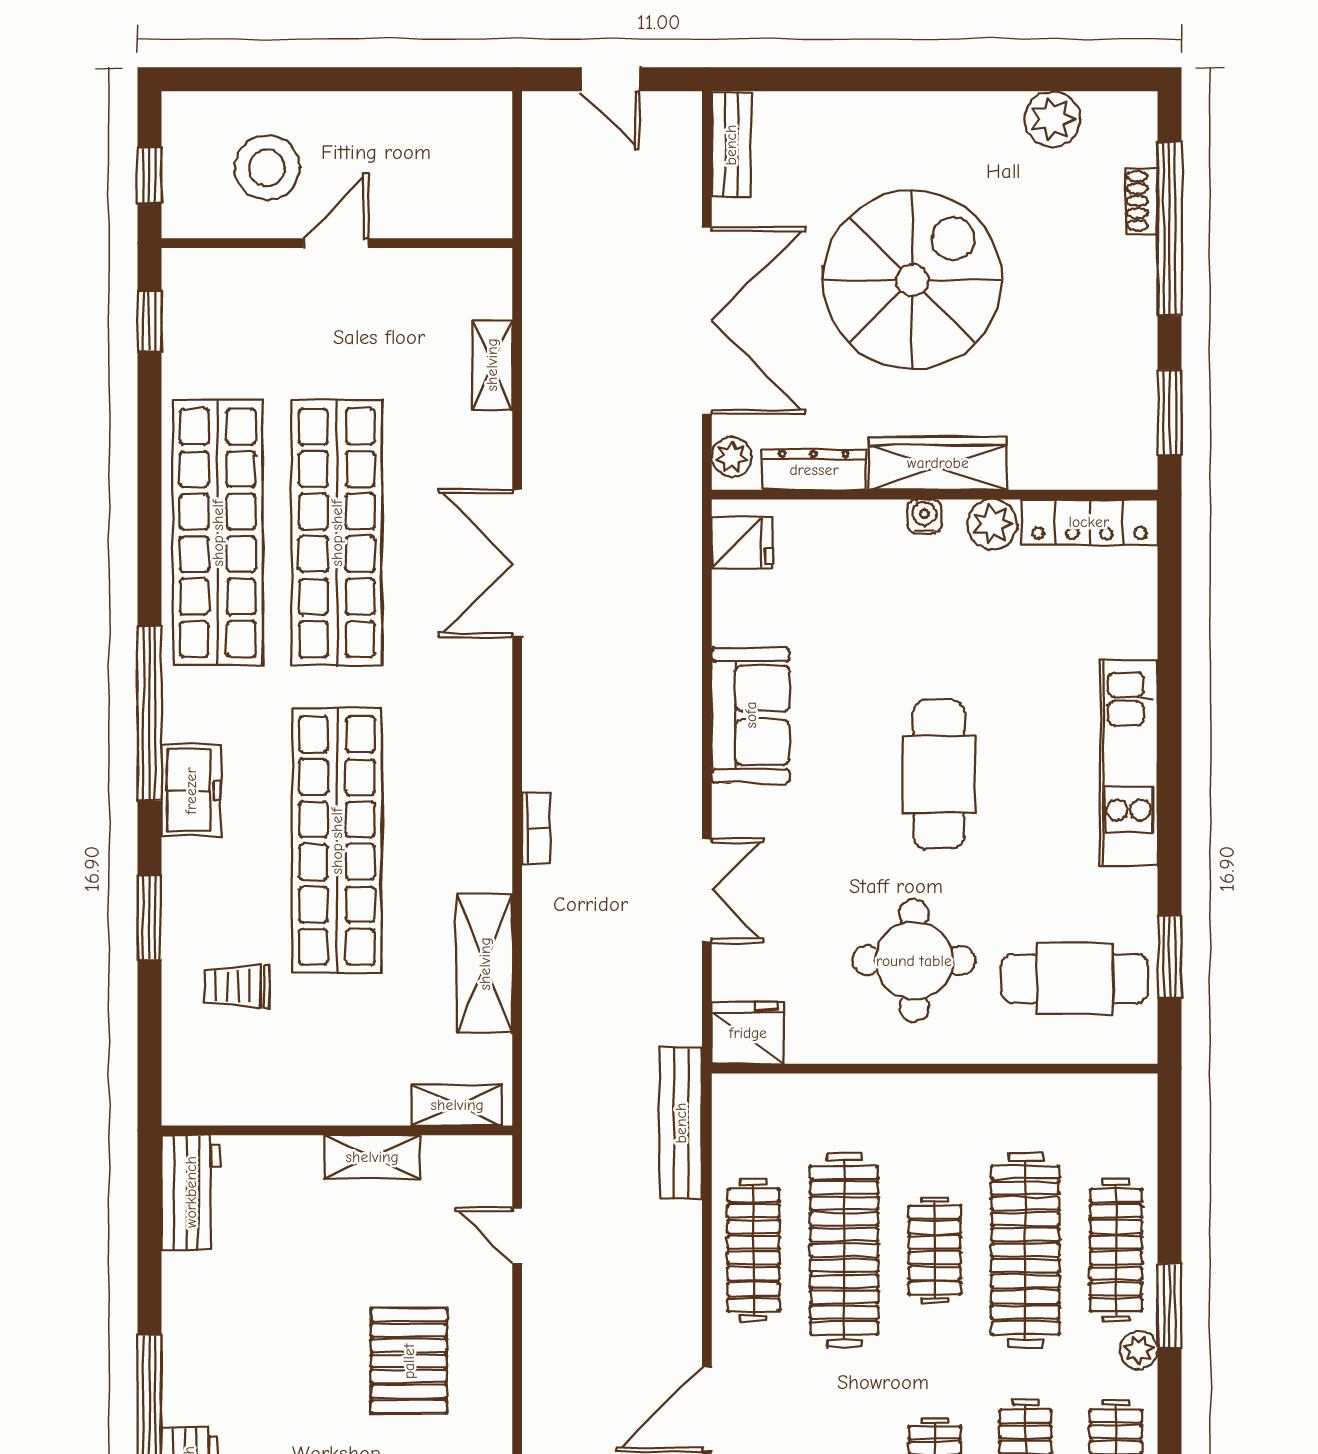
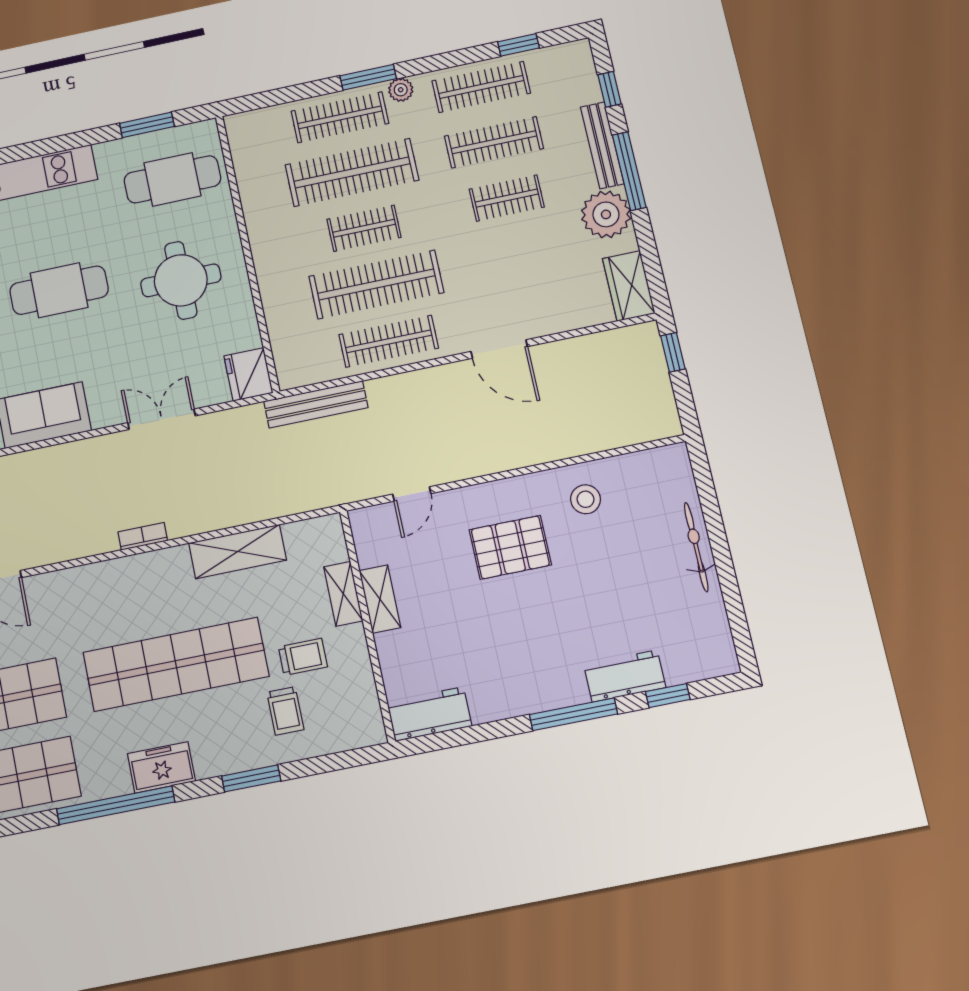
cafe table: (1075, 979) -> (172, 179), turned 90
trolley: (310, 1028) -> (303, 657), added
shelving: (457, 1105) -> (343, 594), moved

